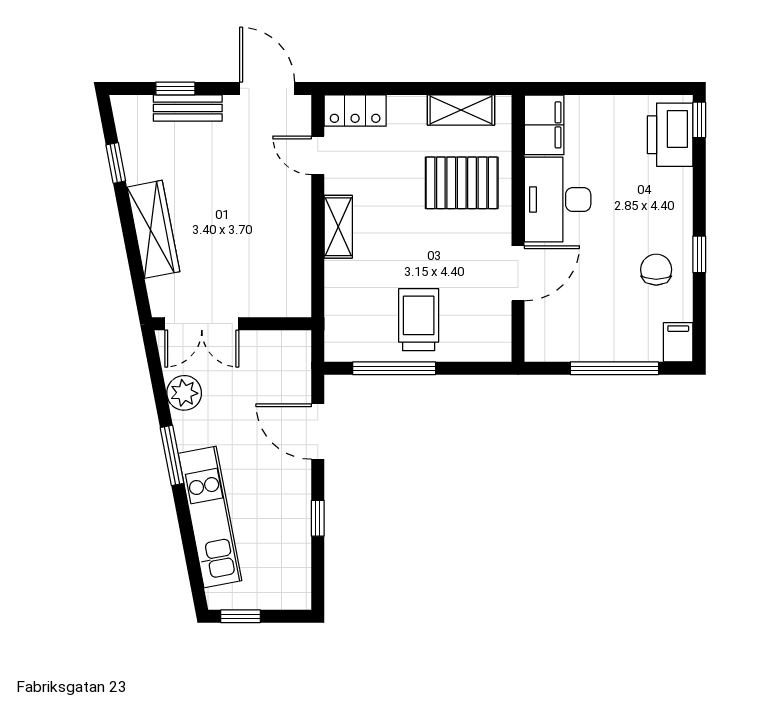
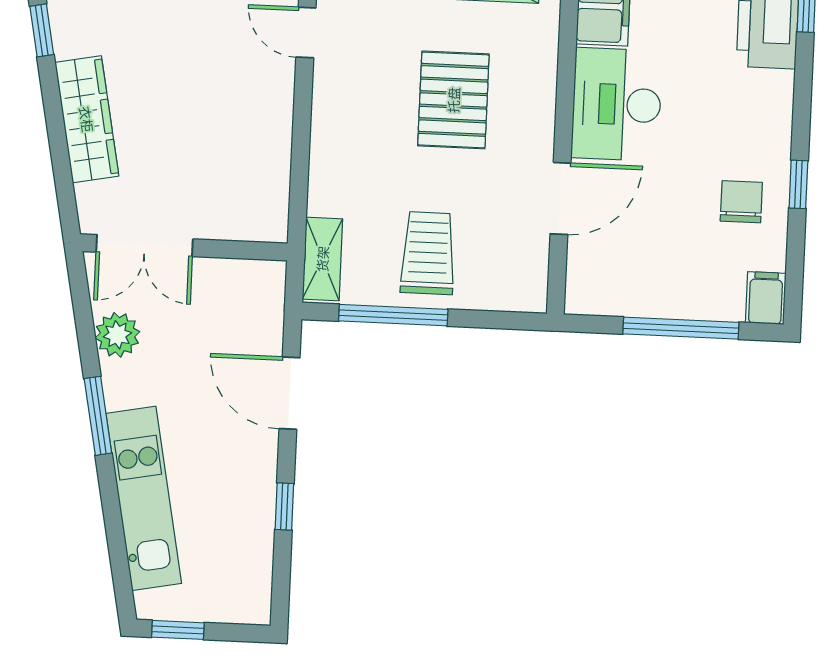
pallet: (462, 183) -> (453, 100), moved, turned 90
shelving: (338, 227) -> (322, 259), moved

